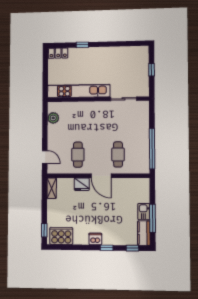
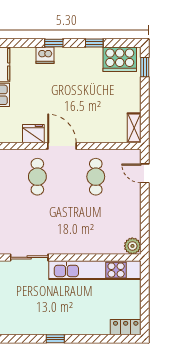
window: (82, 45) -> (55, 339), moved
plant: (53, 118) -> (132, 246), moved
fridge: (82, 184) -> (33, 134), moved
dishwasher: (95, 239) -> (45, 55), moved
window: (132, 248) -> (94, 43), moved

